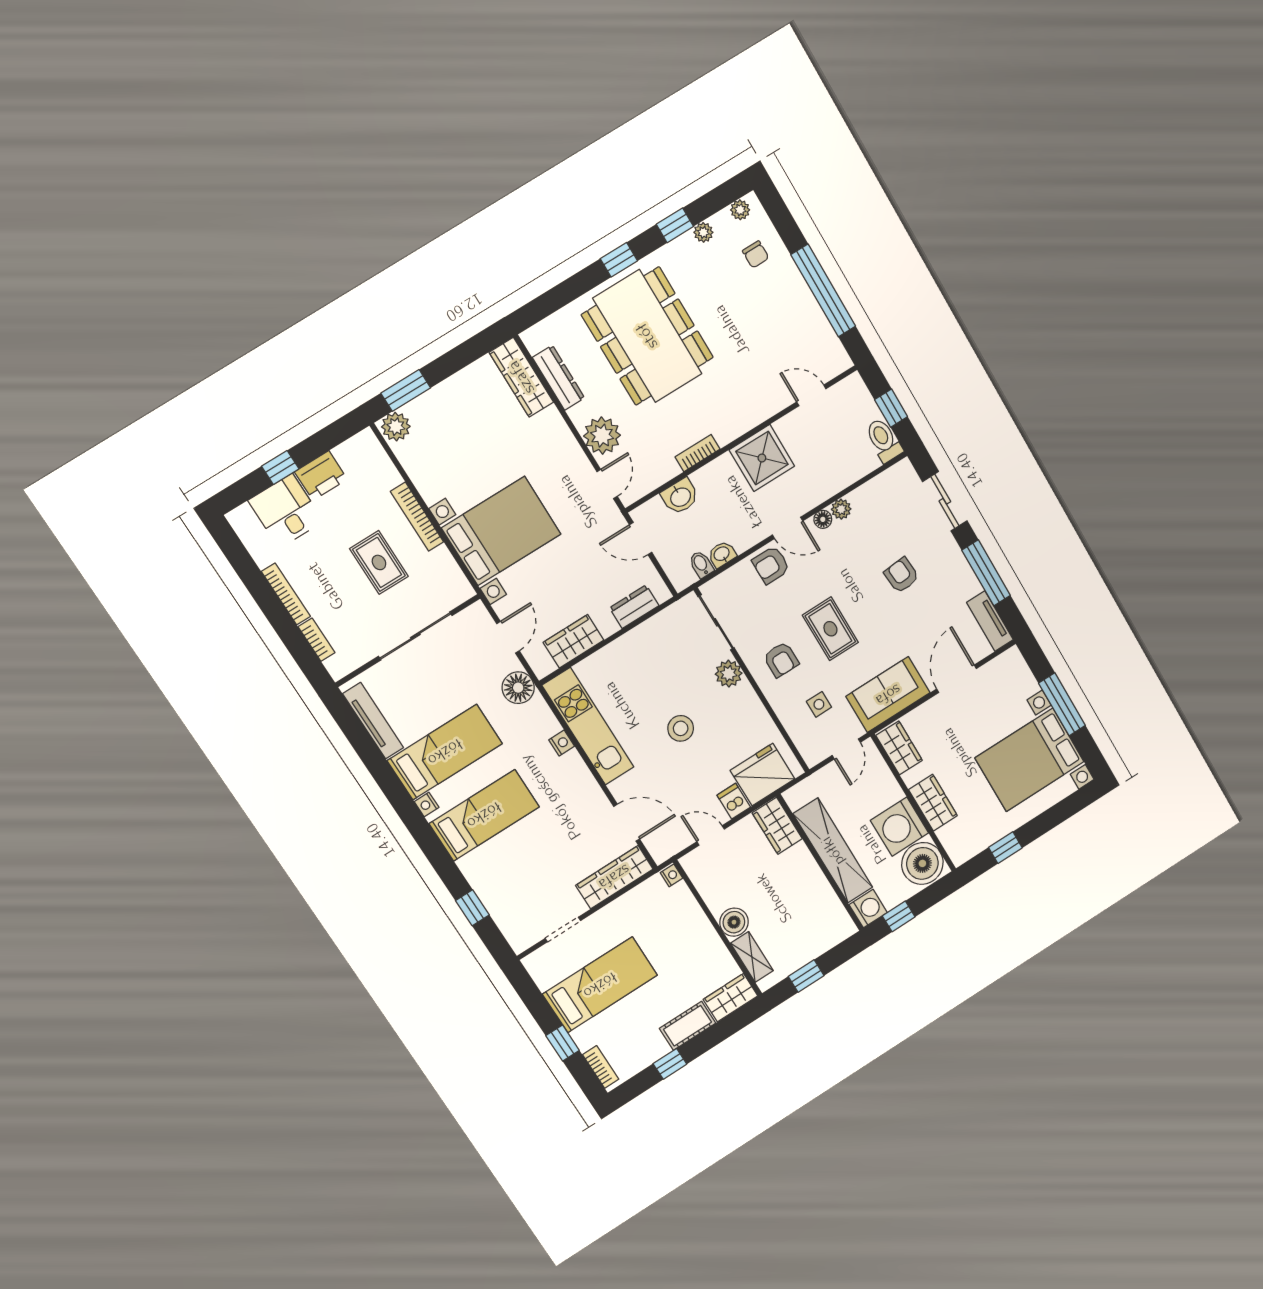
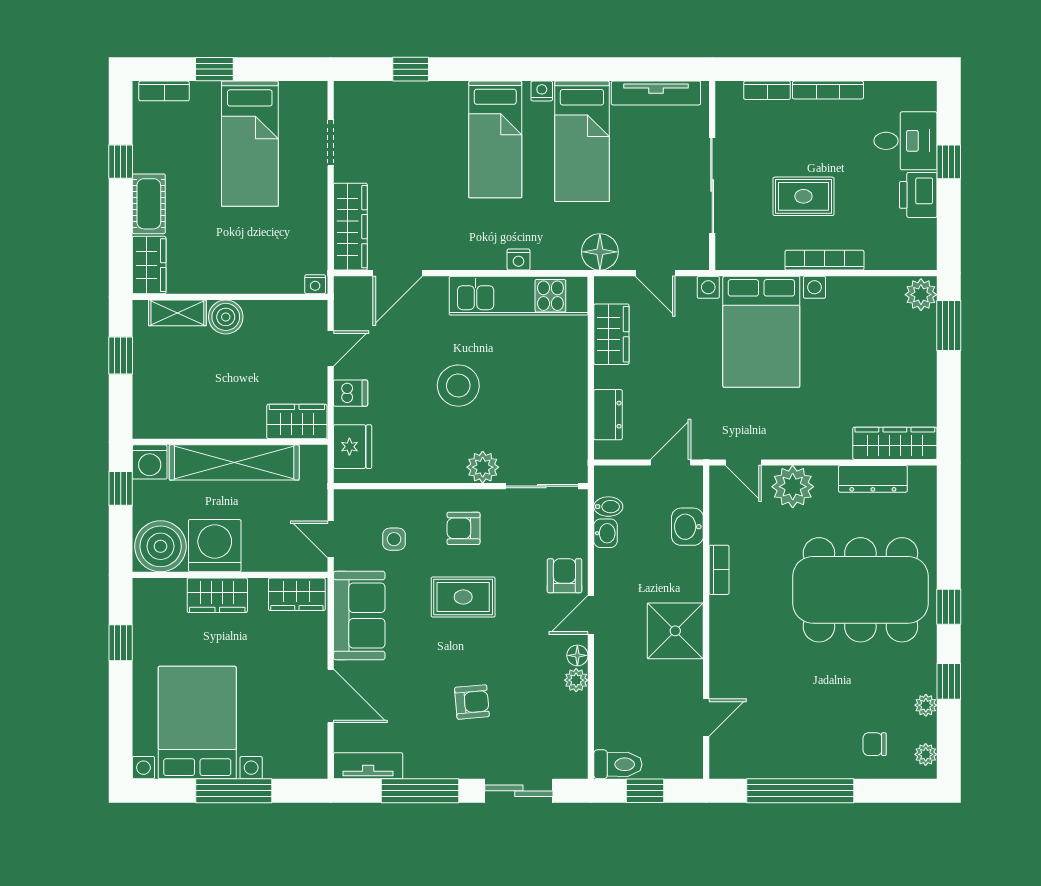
stool: (681, 728) -> (458, 386), width x1.38, depth x1.38
fridge: (763, 775) -> (353, 447), width x0.73, depth x0.75

